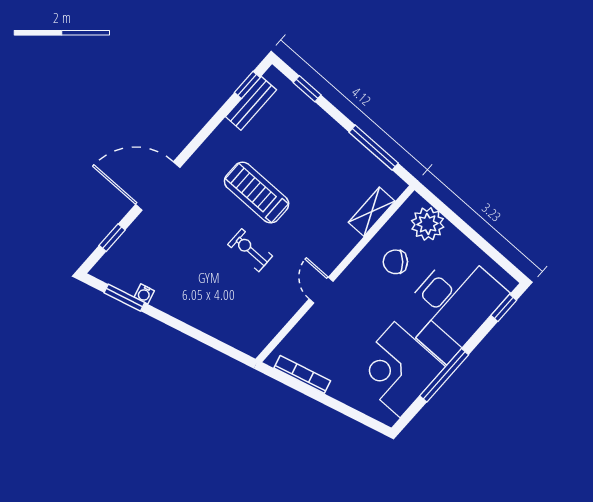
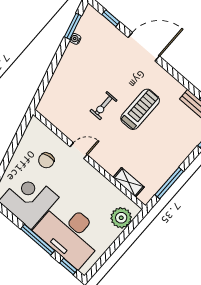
door: (158, 186) -> (144, 47), hinge flipped
exercise bike: (250, 250) -> (104, 106), turned 180
chair: (395, 262) -> (46, 160), moved, turned -146
bookcase: (302, 374) -> (25, 139), removed
window: (444, 375) -> (38, 240), moved

